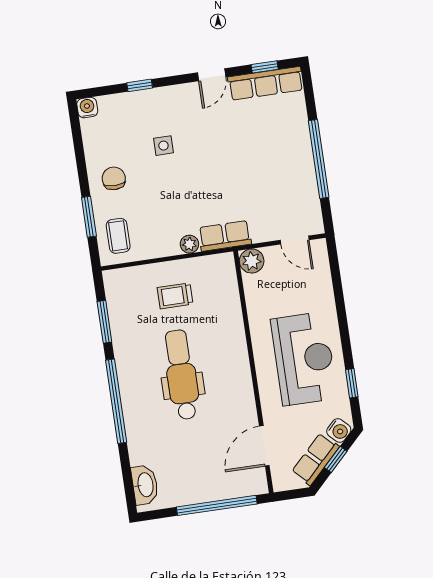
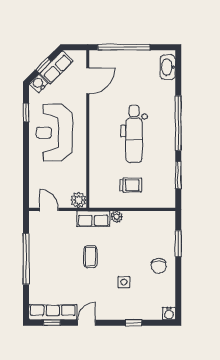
coffee table: (118, 236) -> (90, 257), moved

